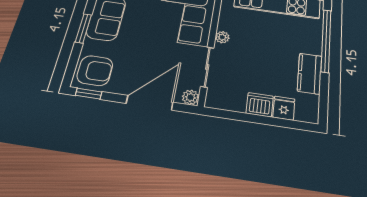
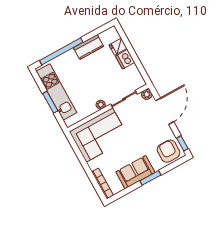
door: (150, 103) -> (165, 111), swing flipped

